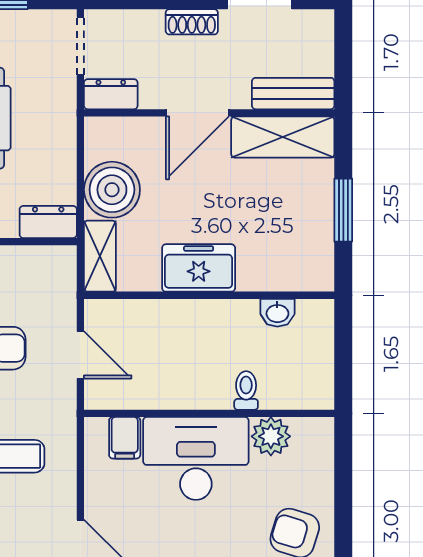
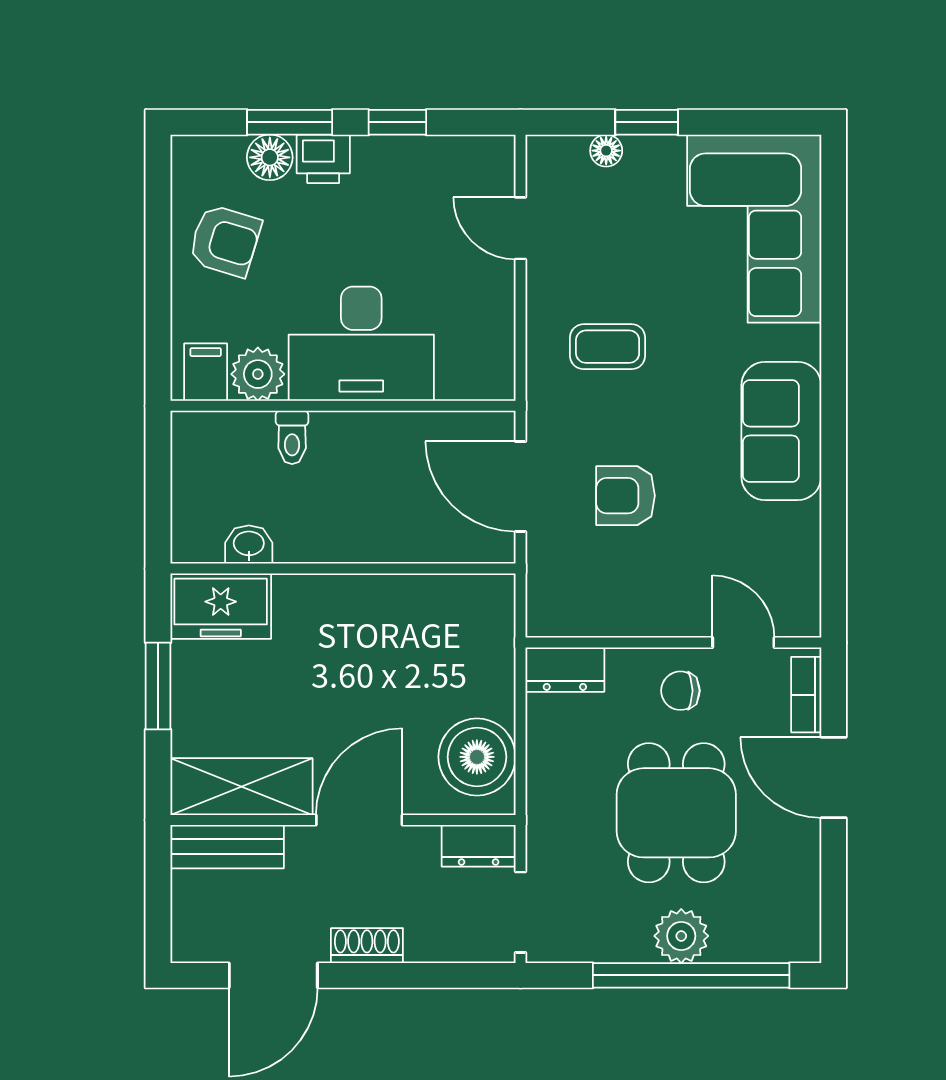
boiler: (112, 190) -> (477, 757), moved
shelving: (100, 256) -> (493, 622), removed
freezer: (199, 268) -> (221, 606), moved
door: (80, 355) -> (520, 486), width x1.38
filing cabinet: (125, 438) -> (206, 372), moved

